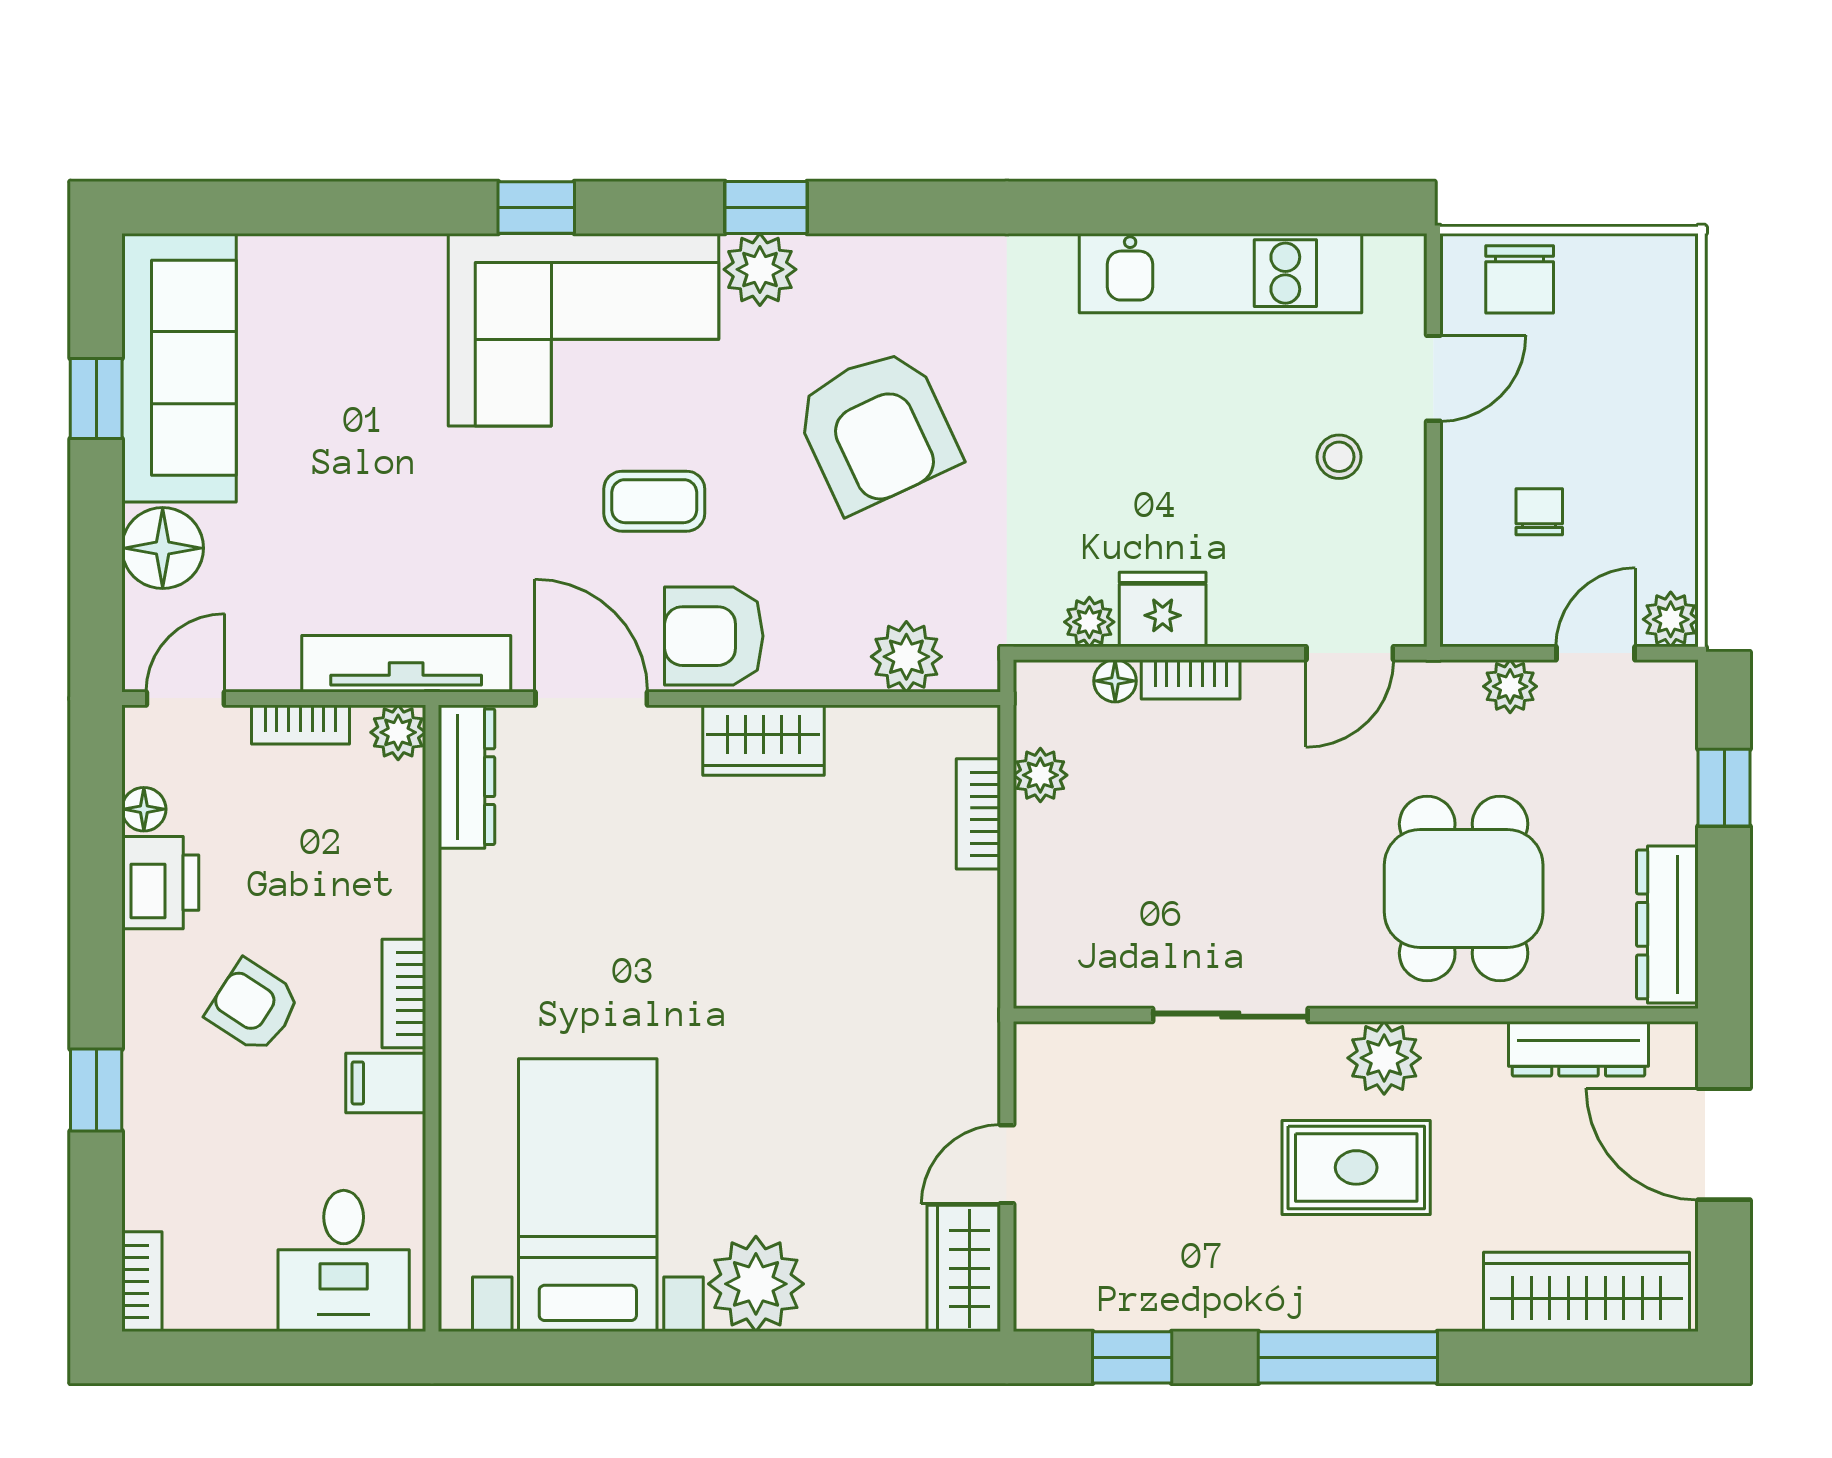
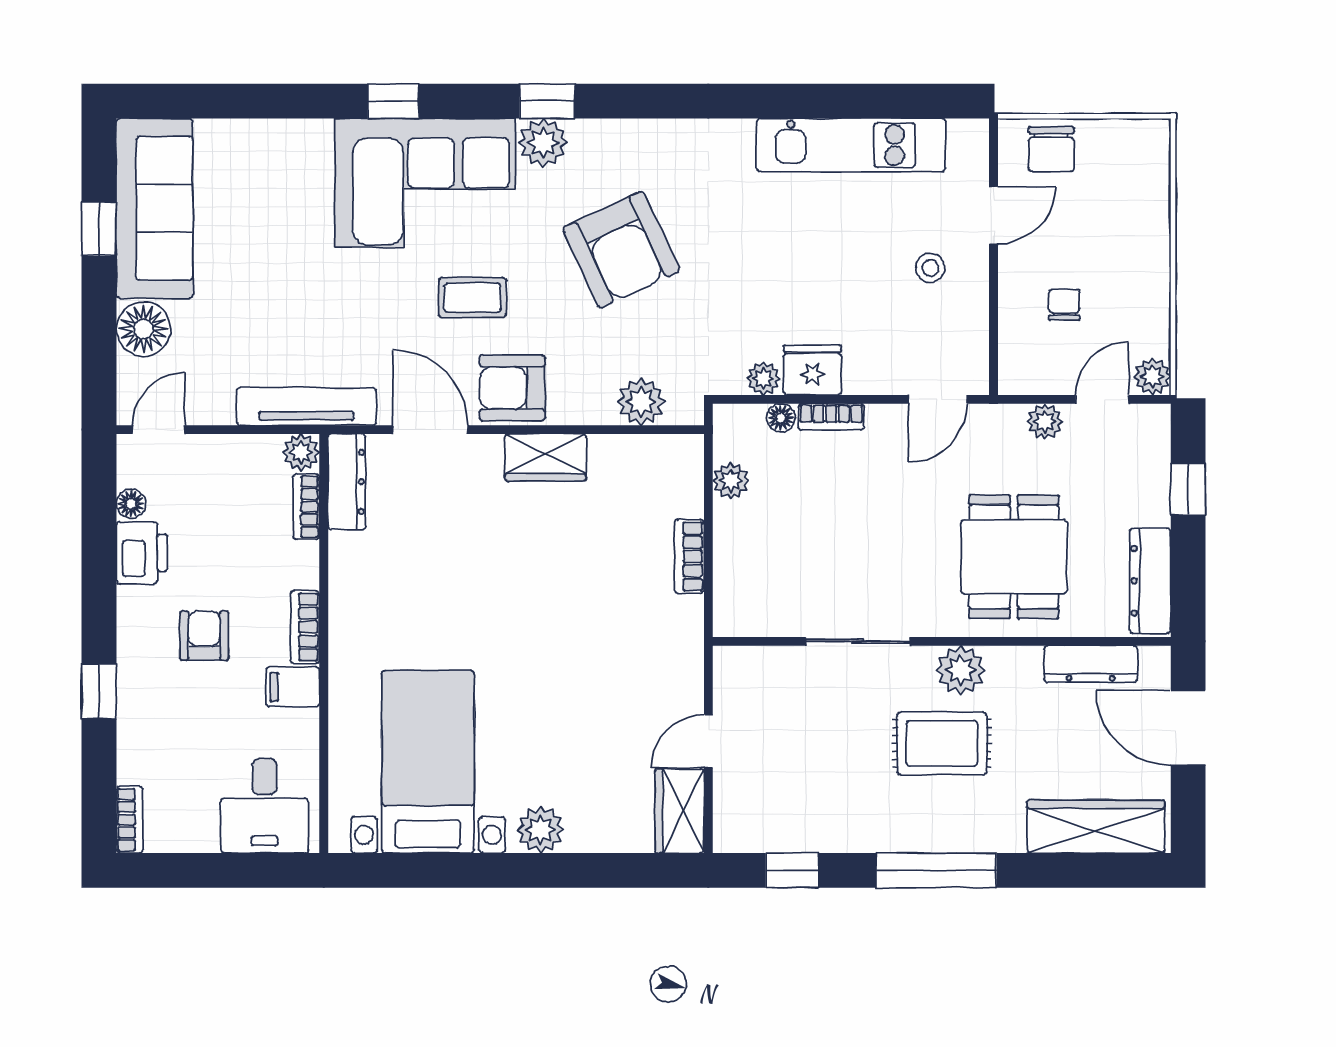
bookcase: (300, 725) -> (306, 507), moved, turned 90
bookcase: (978, 814) -> (689, 556), moved
armchair: (253, 1006) -> (204, 636), turned 57
plant: (756, 1284) -> (540, 830), width x0.73, depth x0.73

